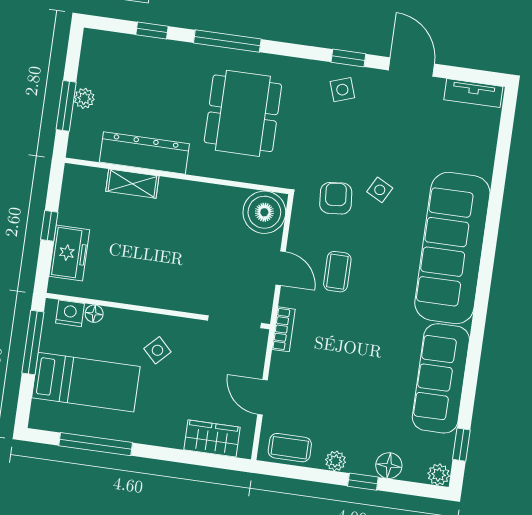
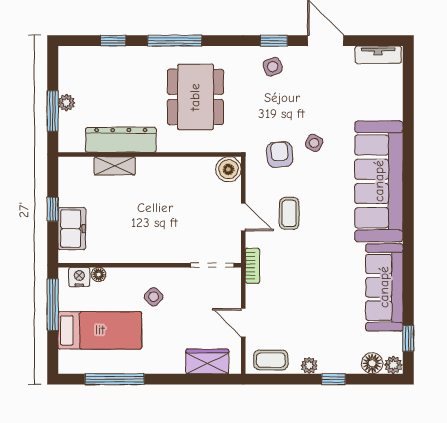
boiler: (264, 212) -> (228, 169), width x0.73, depth x0.73
floor lamp: (389, 466) -> (372, 363), moved

